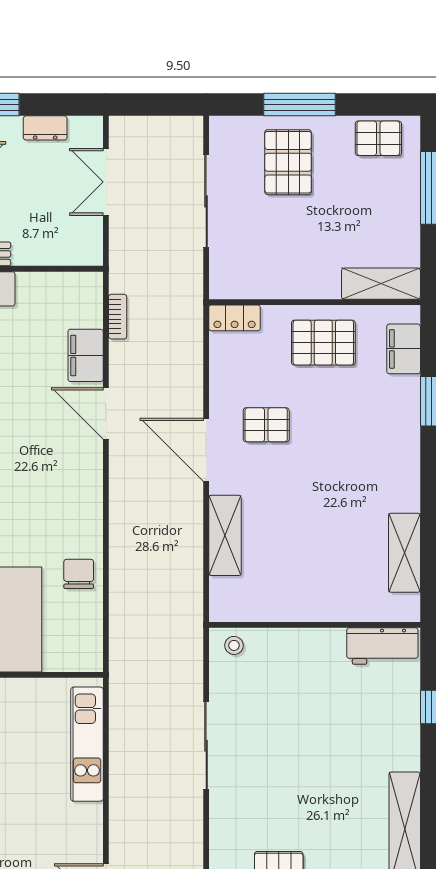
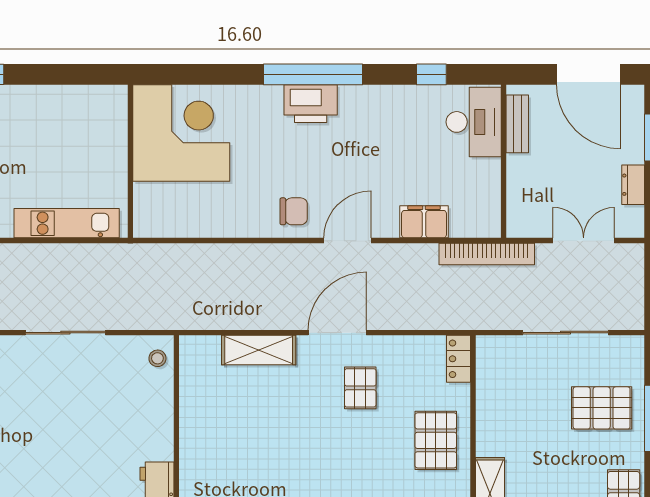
bookcase: (118, 317) -> (487, 254), width x2.31, depth x1.31
door: (106, 413) -> (347, 241), moved
chair: (79, 574) -> (294, 211), moved

